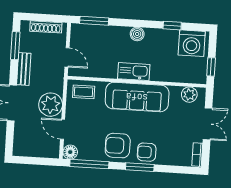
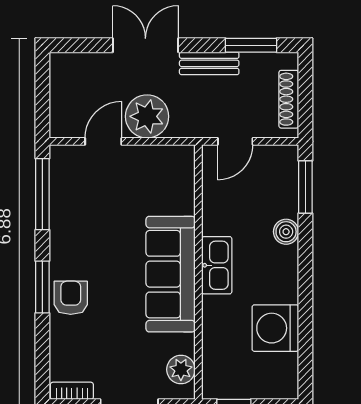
window: (172, 26) -> (305, 330), removed
boiler: (137, 34) -> (286, 232), moved
washing machine: (192, 43) -> (275, 328), moved
coffee table: (84, 92) -> (174, 175), removed
armchair: (118, 146) -> (79, 244), removed
floor lamp: (70, 152) -> (62, 158), removed

